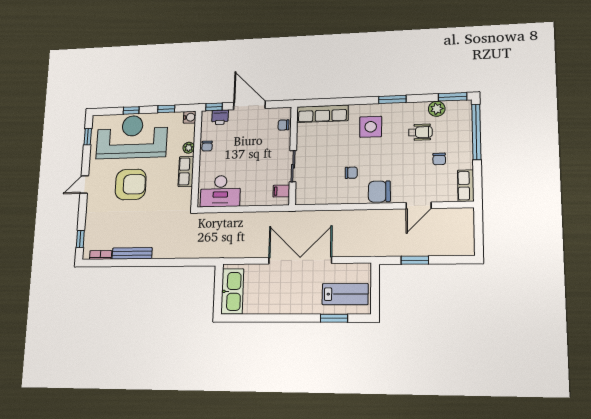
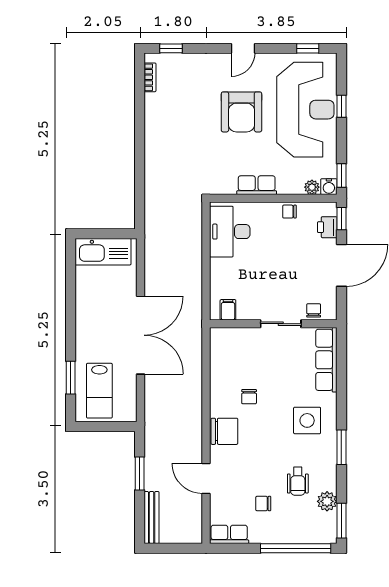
window: (166, 109) -> (341, 175), moved
plant: (189, 148) -> (312, 187), moved
sliding door: (293, 166) -> (281, 324), moved
door: (84, 185) -> (243, 48), swing flipped
chair: (379, 192) -> (224, 431), turned 90
bench: (132, 253) -> (152, 518), moved

